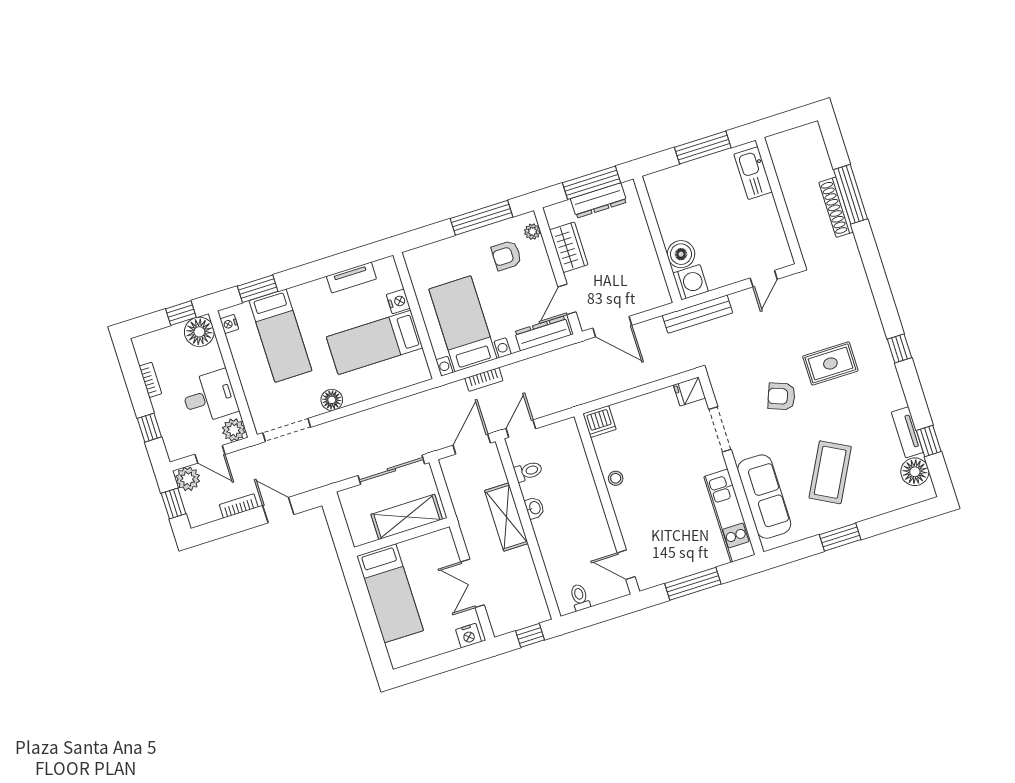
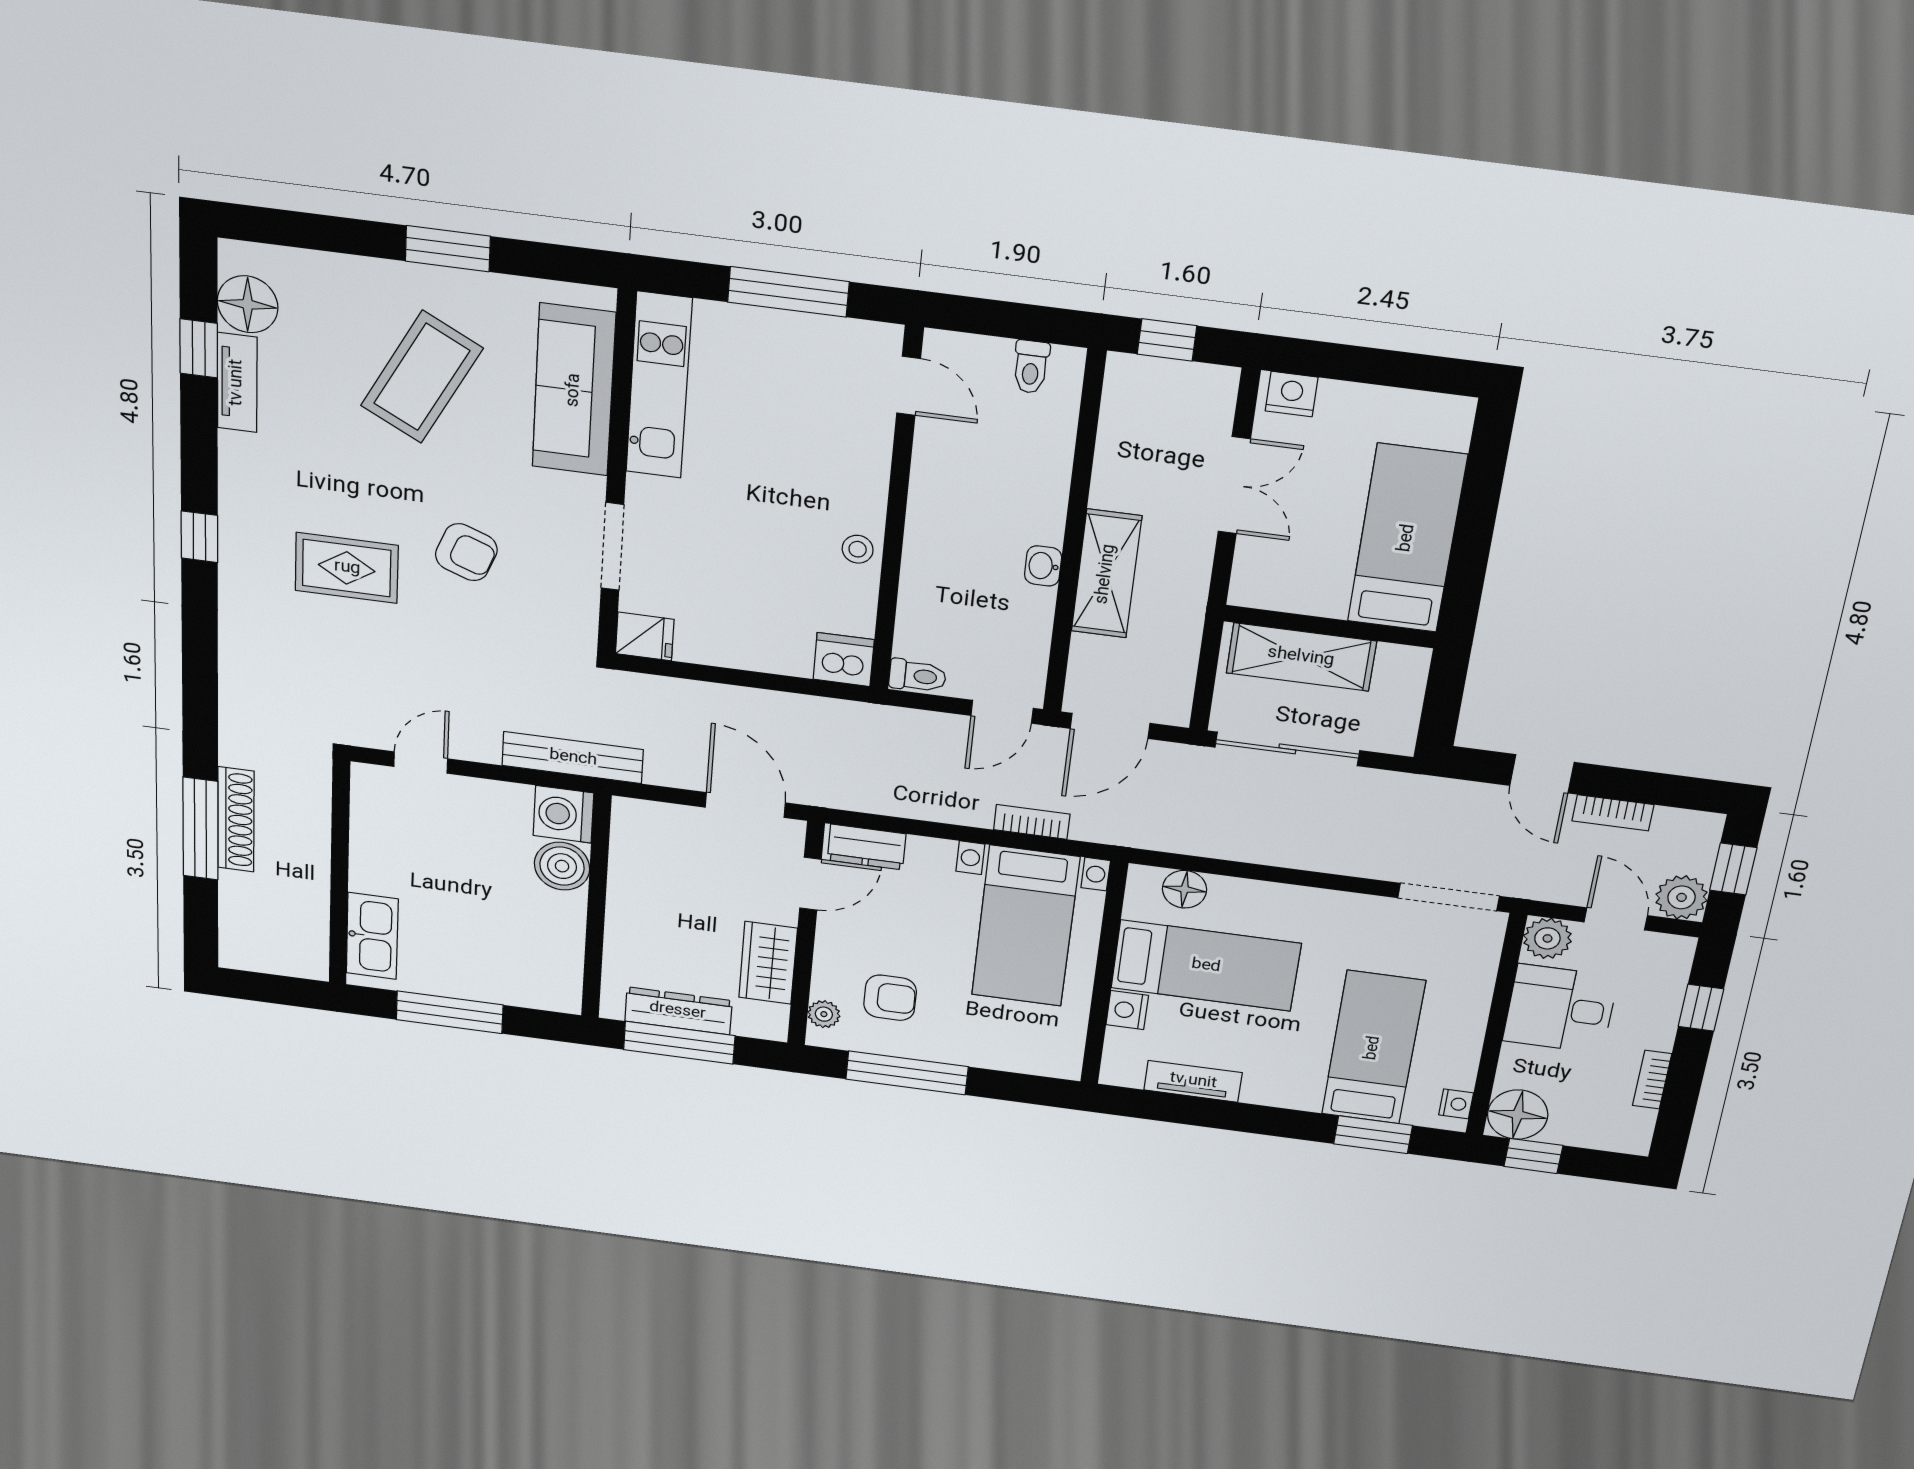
dresser: (543, 333) -> (867, 847), width x0.70
floor lamp: (332, 400) -> (1185, 889), moved
toilet: (528, 471) -> (918, 676), moved, turned 180

